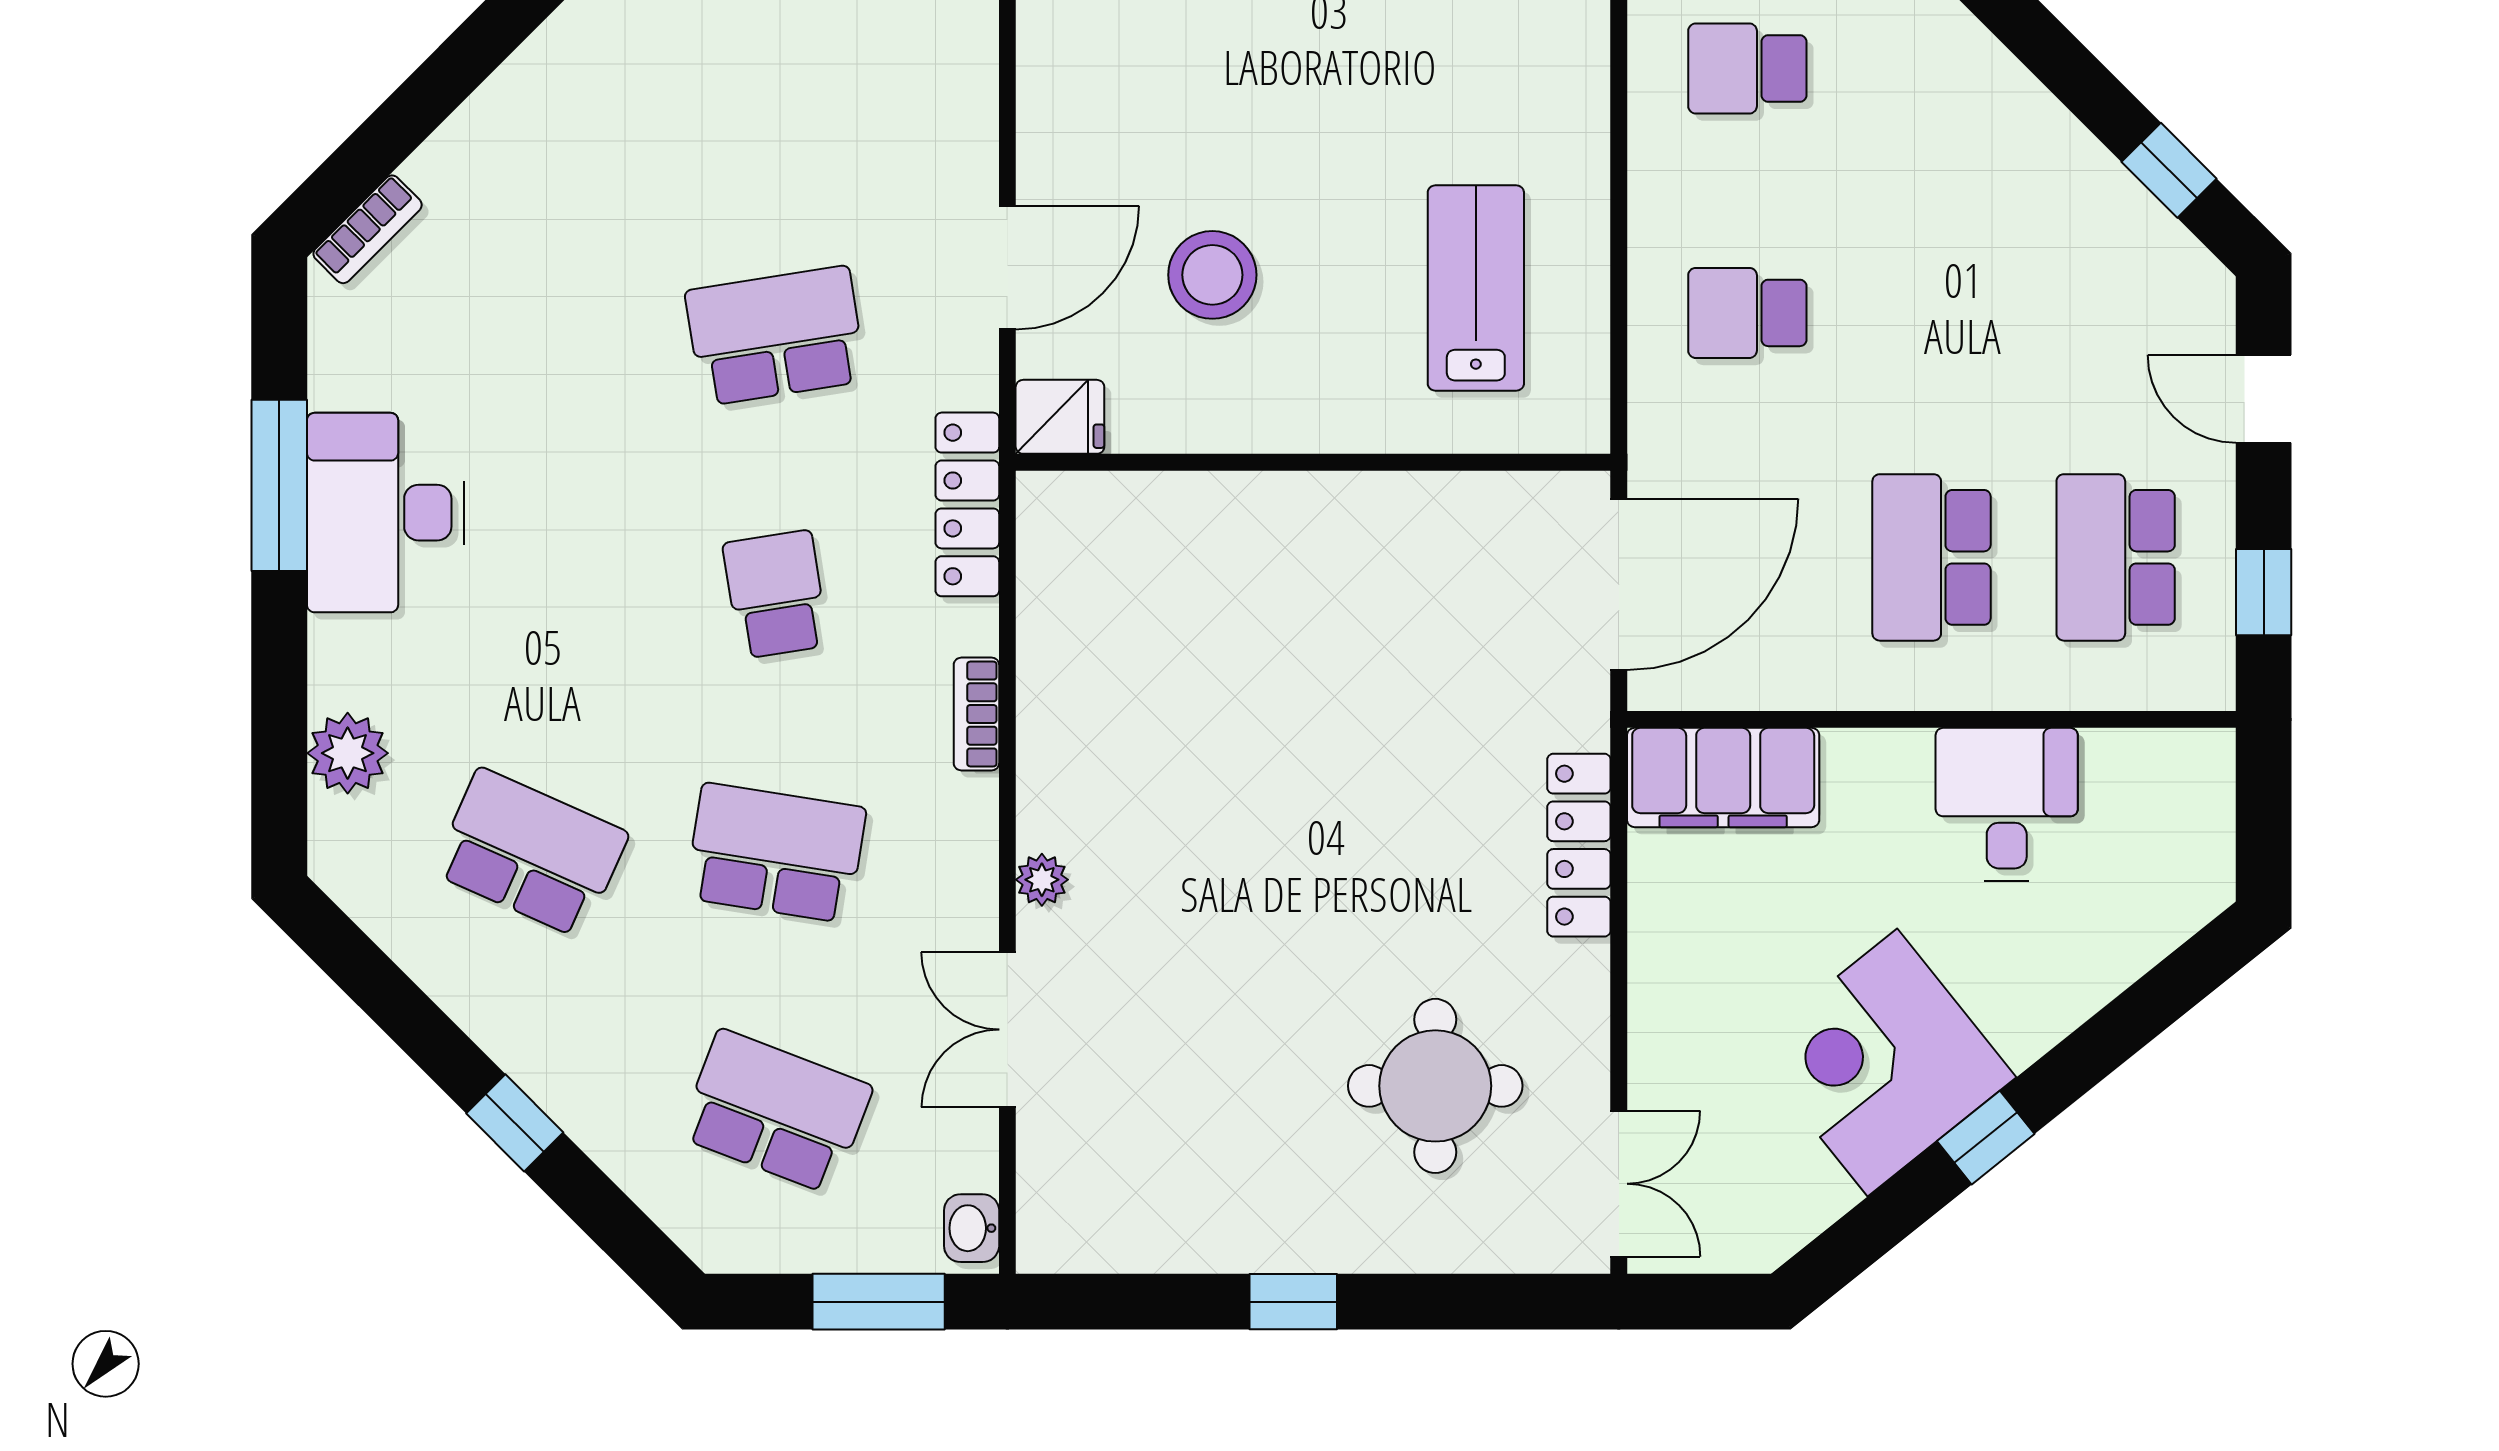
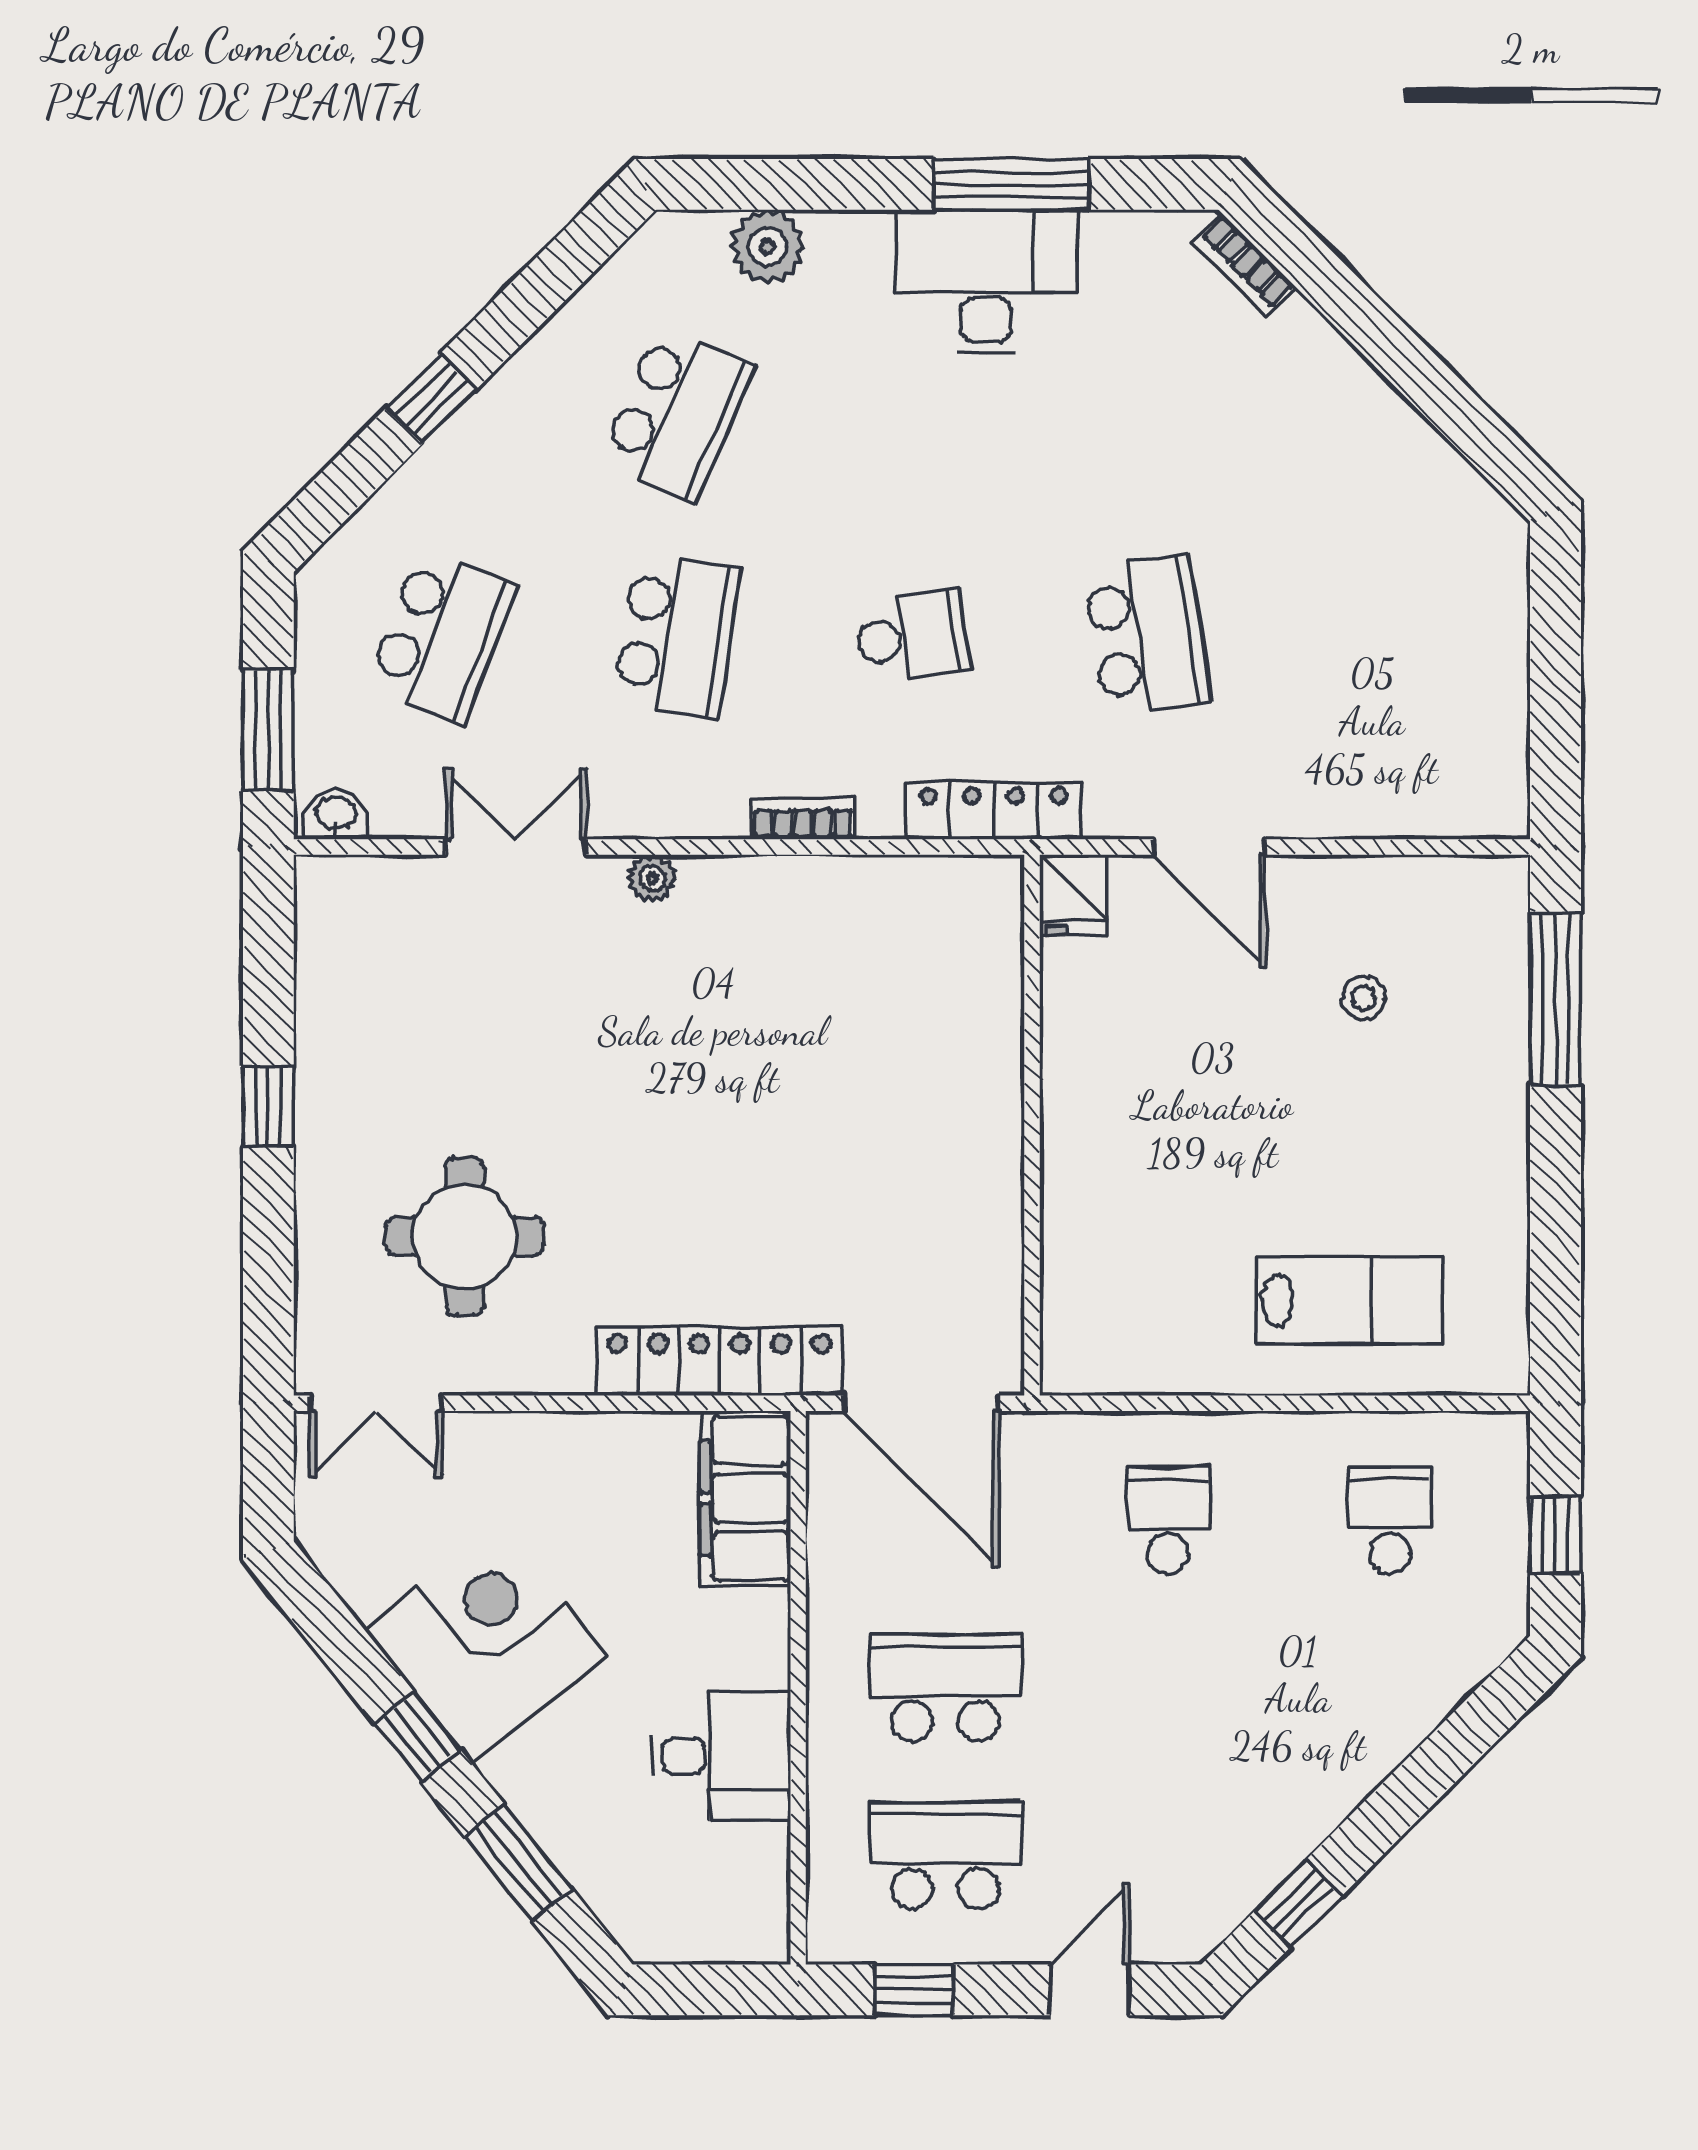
stool: (1212, 275) -> (1364, 998), moved, width x0.53, depth x0.53
lab bench: (1476, 288) -> (1349, 1301), moved
locker: (1579, 845) -> (720, 1361), width x1.41, depth x1.21
window: (2124, 1027) -> (519, 1863), added

